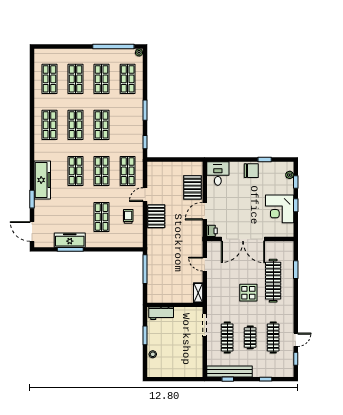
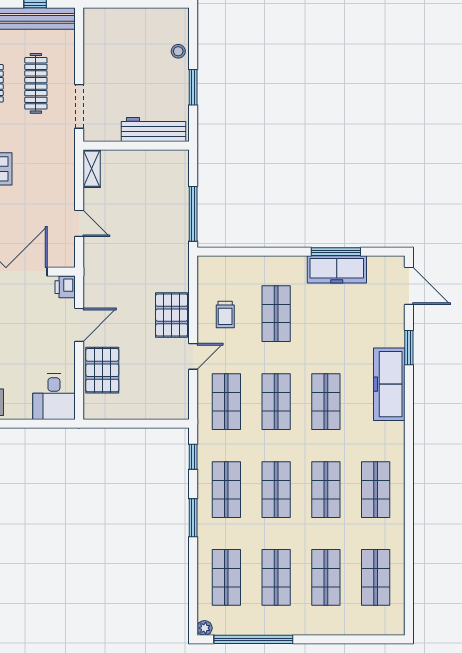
shop shelf: (128, 125) -> (226, 490), added
workbench: (161, 313) -> (154, 130), width x1.38

